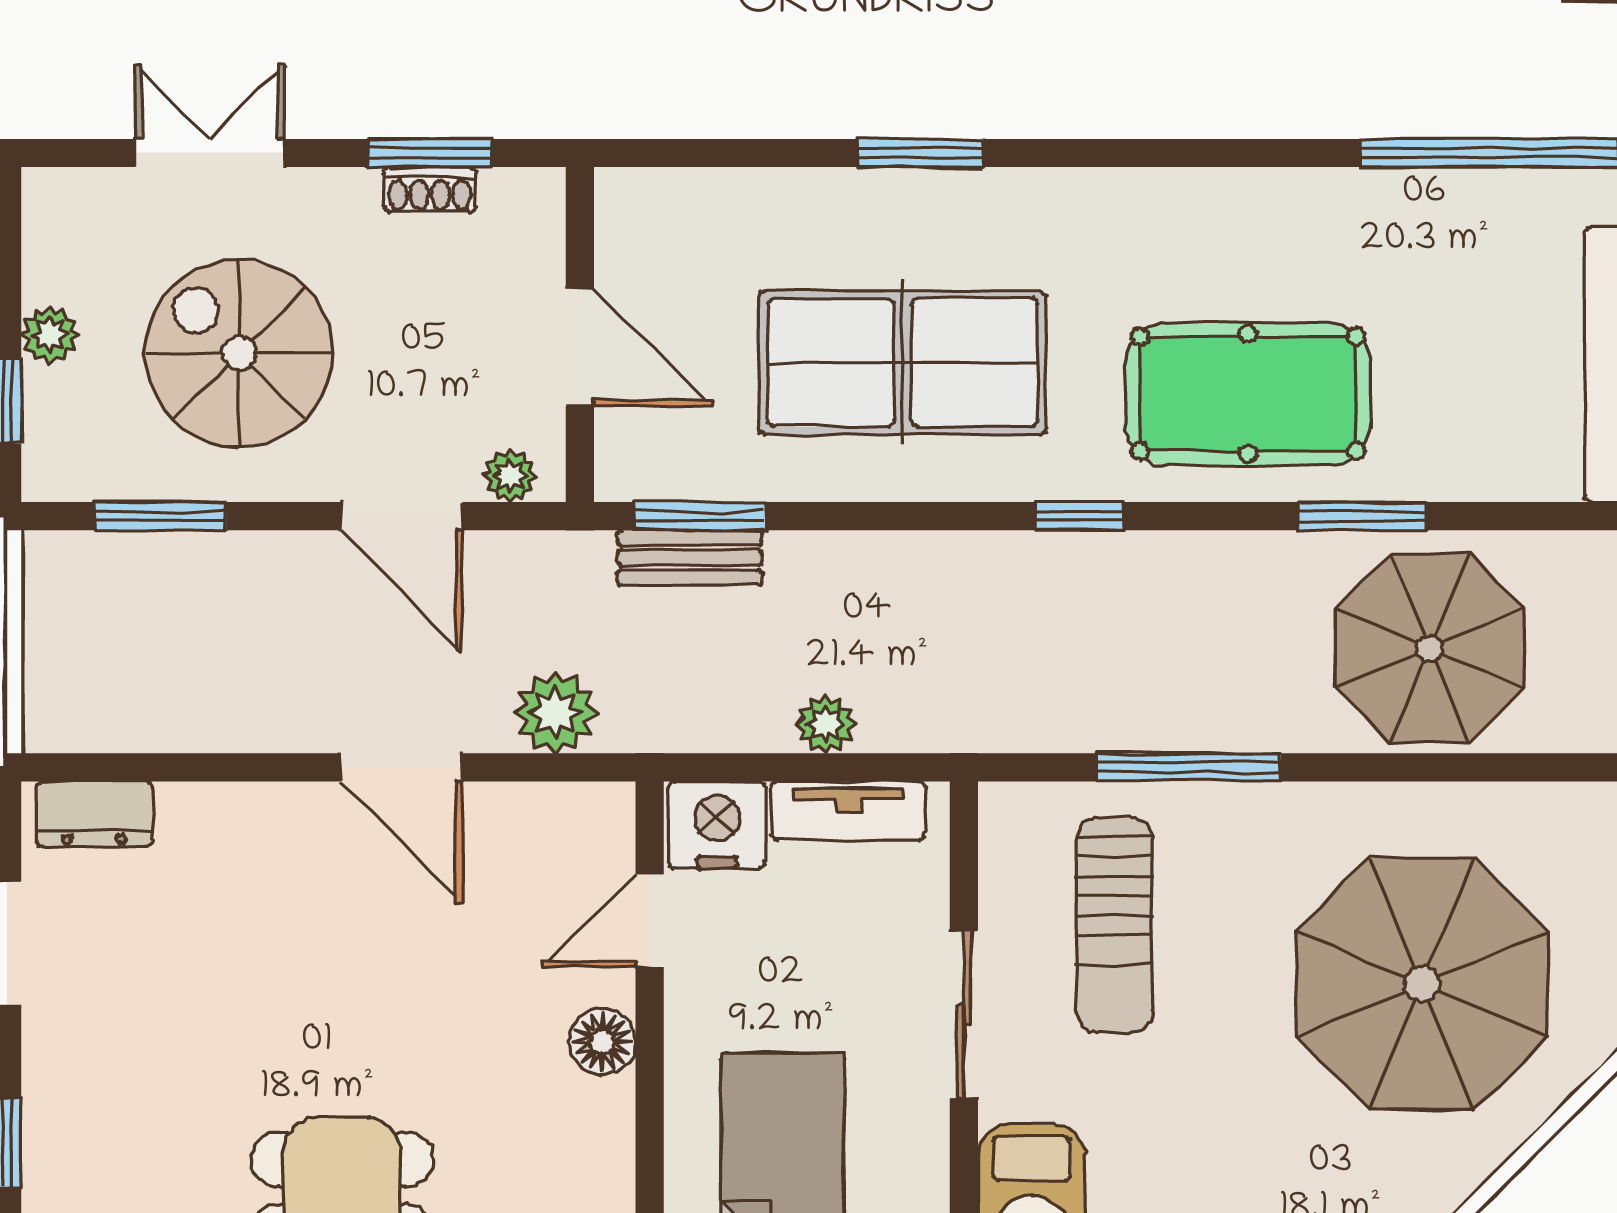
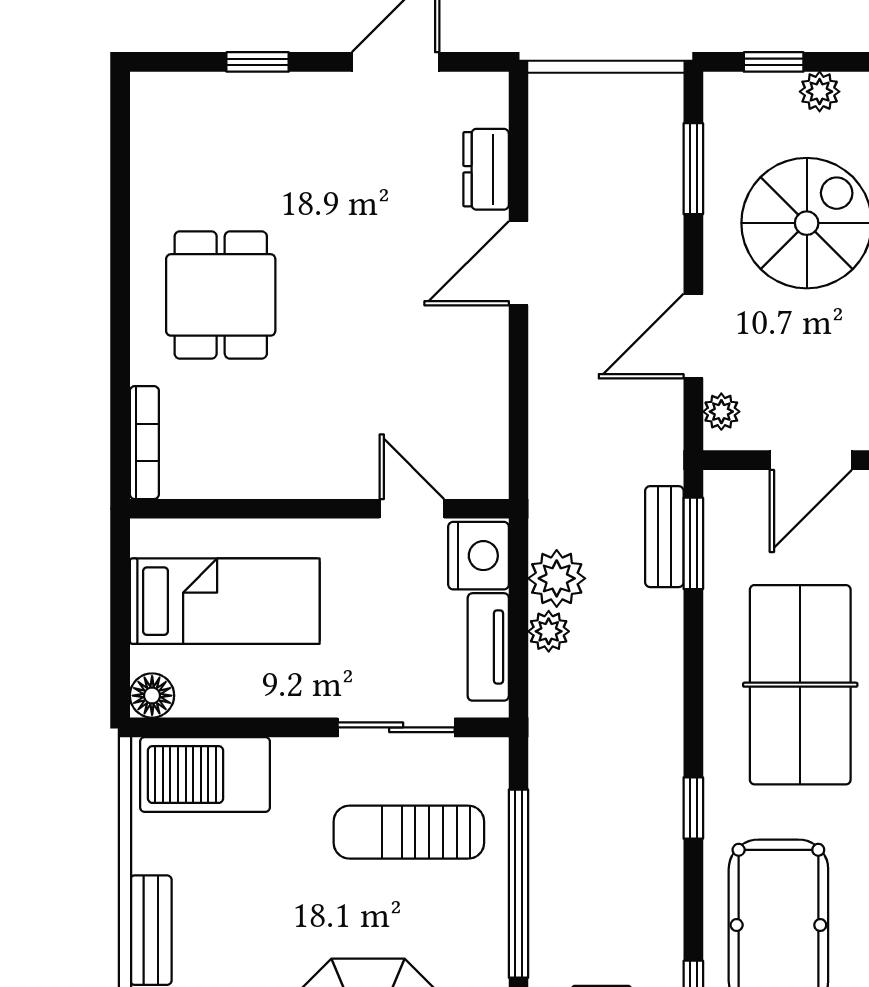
plant: (555, 713) -> (557, 578), moved
door: (401, 767) -> (518, 263), moved
window: (1188, 767) -> (518, 884), width x1.46
dresser: (94, 814) -> (486, 169), moved
sliding door: (964, 1014) -> (396, 727), moved
floor lamp: (602, 1042) -> (328, 476), removed

